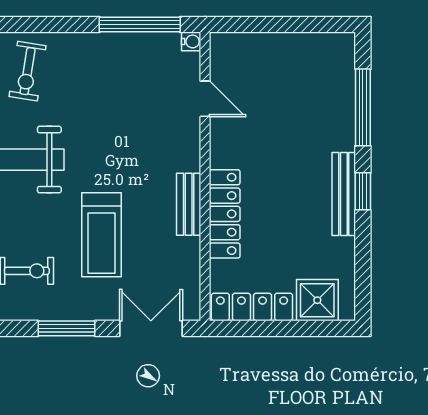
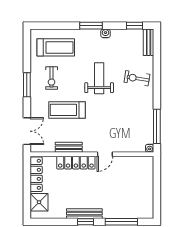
door: (205, 99) -> (105, 154), moved
bench: (189, 204) -> (69, 147), moved
window: (67, 328) -> (27, 85), moved

